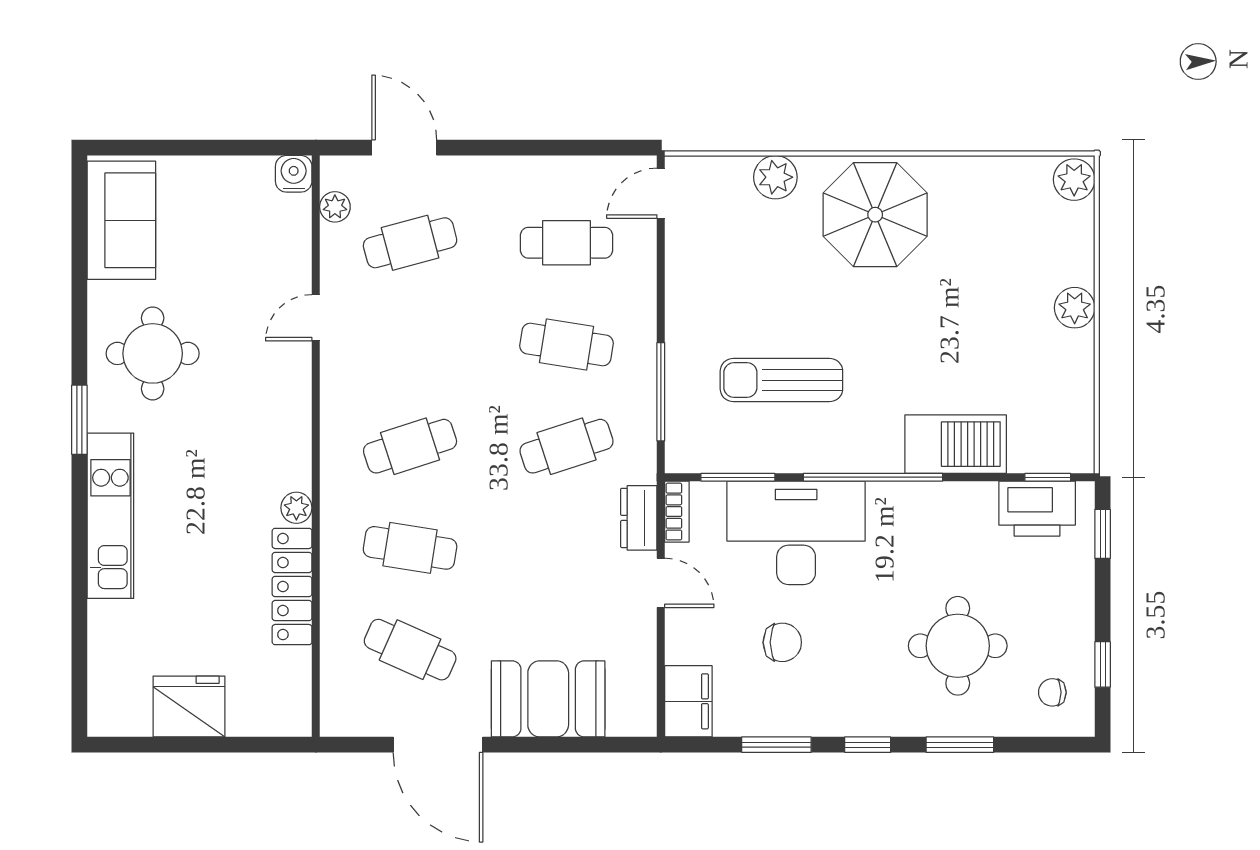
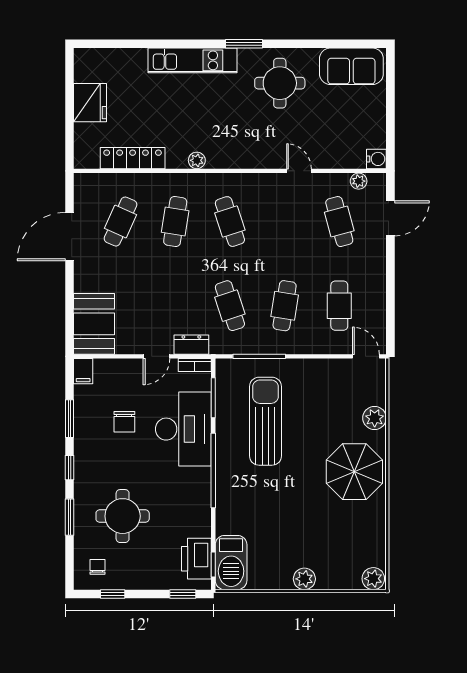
sun lounger: (781, 380) -> (265, 421), width x1.36, depth x1.34
barbecue: (956, 444) -> (231, 563), moved
locker: (292, 587) -> (133, 158), moved
booth: (548, 699) -> (94, 324), moved
filing cabinet: (688, 701) -> (83, 371), width x0.50

